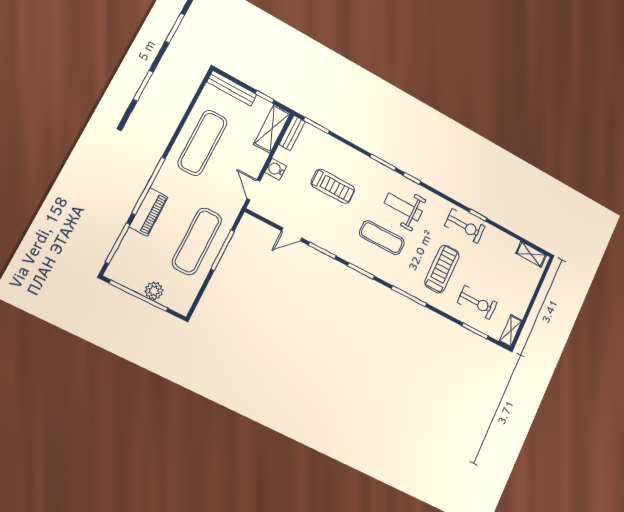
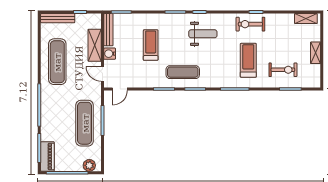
shelving: (272, 129) -> (95, 45), moved
bench: (292, 133) -> (108, 30), width x1.36
treadmill: (333, 186) -> (151, 45), turned -90
weight bench: (403, 207) -> (203, 34), turned 180
piano: (149, 212) -> (47, 156), moved
exercise bike: (465, 226) -> (250, 24), turned 180
door: (292, 234) -> (120, 89), moved
exercise mat: (382, 238) -> (183, 72), moved
plant: (154, 291) -> (89, 165), moved
shelving: (511, 331) -> (315, 53), moved

